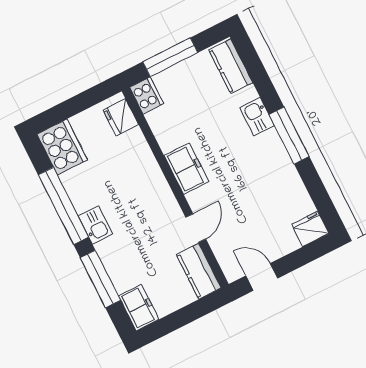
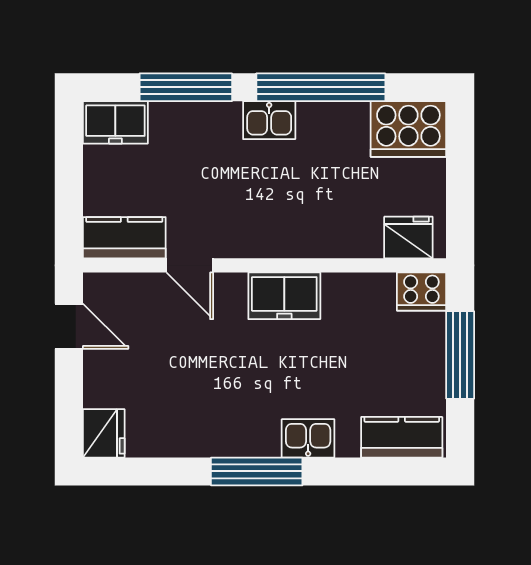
door: (262, 277) -> (69, 326), hinge flipped

